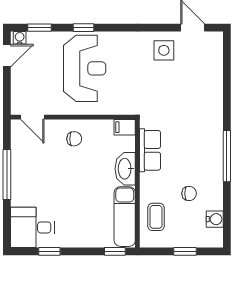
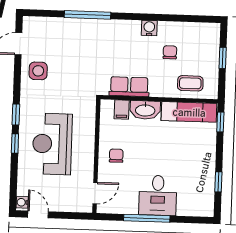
window: (40, 28) -> (16, 115), moved
reception desk: (85, 68) -> (52, 144), turned -90
filing cabinet: (125, 127) -> (122, 110), moved
window: (227, 156) -> (88, 15), moved
water cooler: (215, 219) -> (149, 28), moved
desk: (32, 227) -> (158, 195), moved

